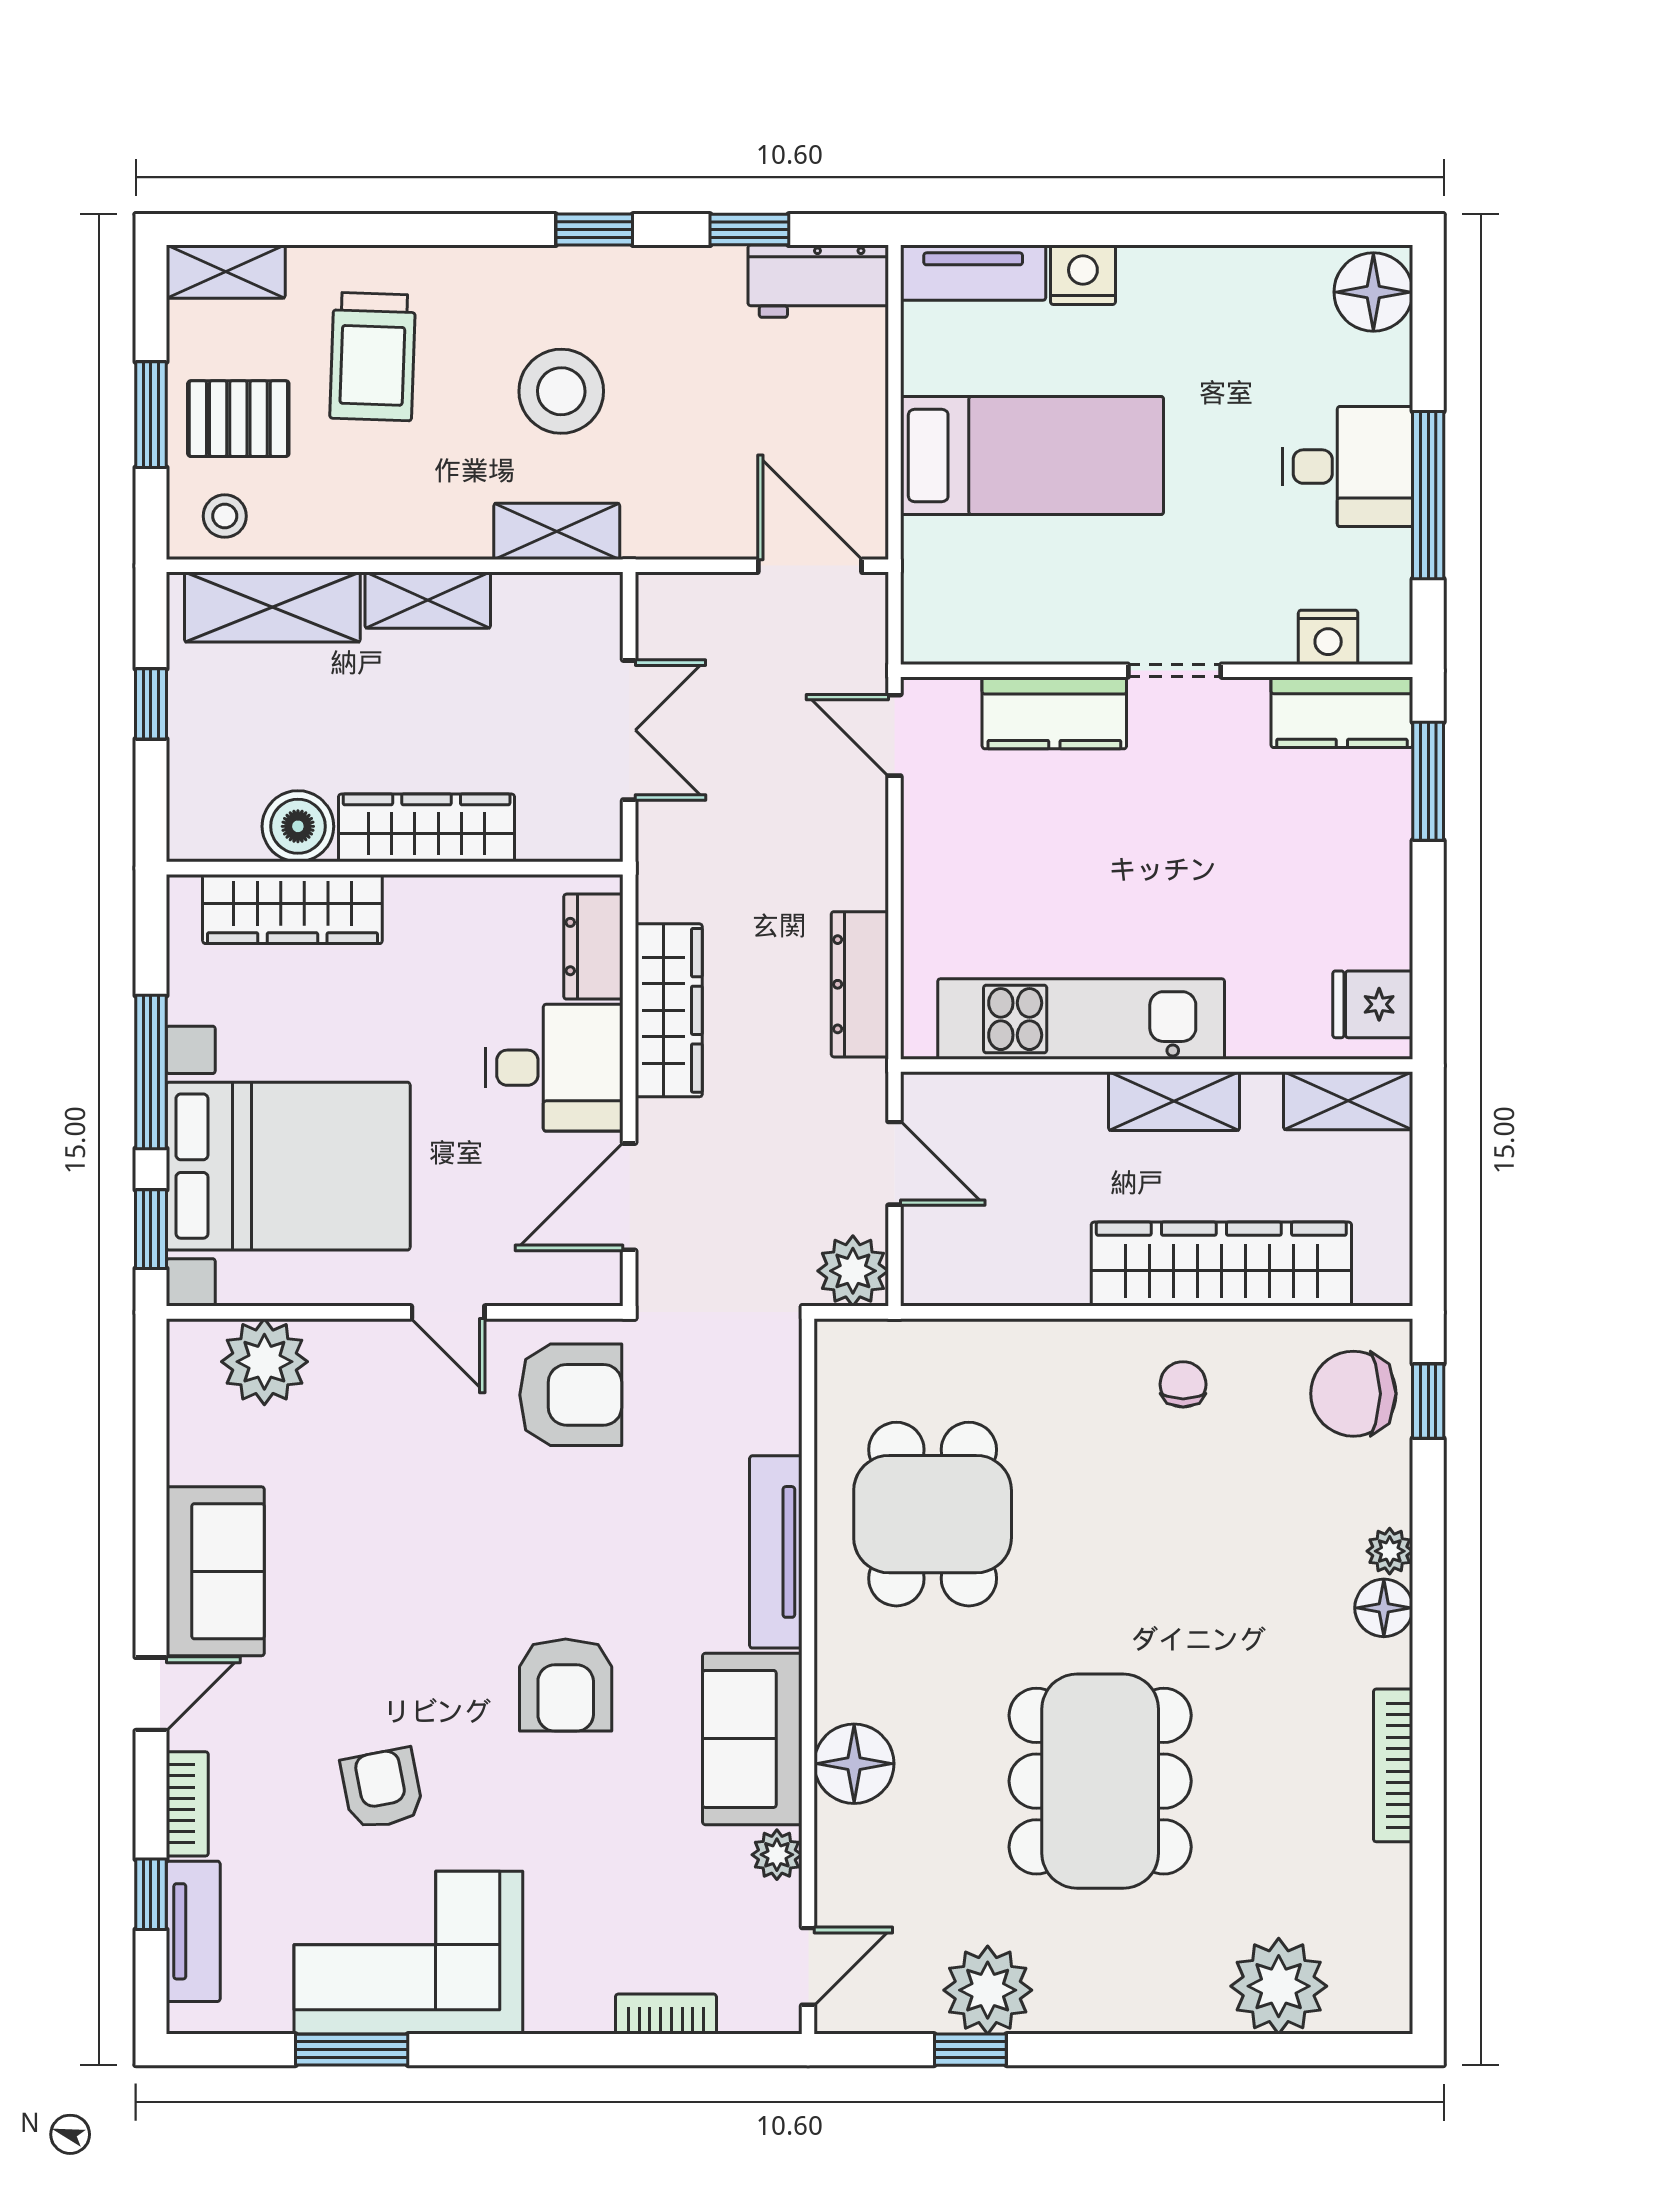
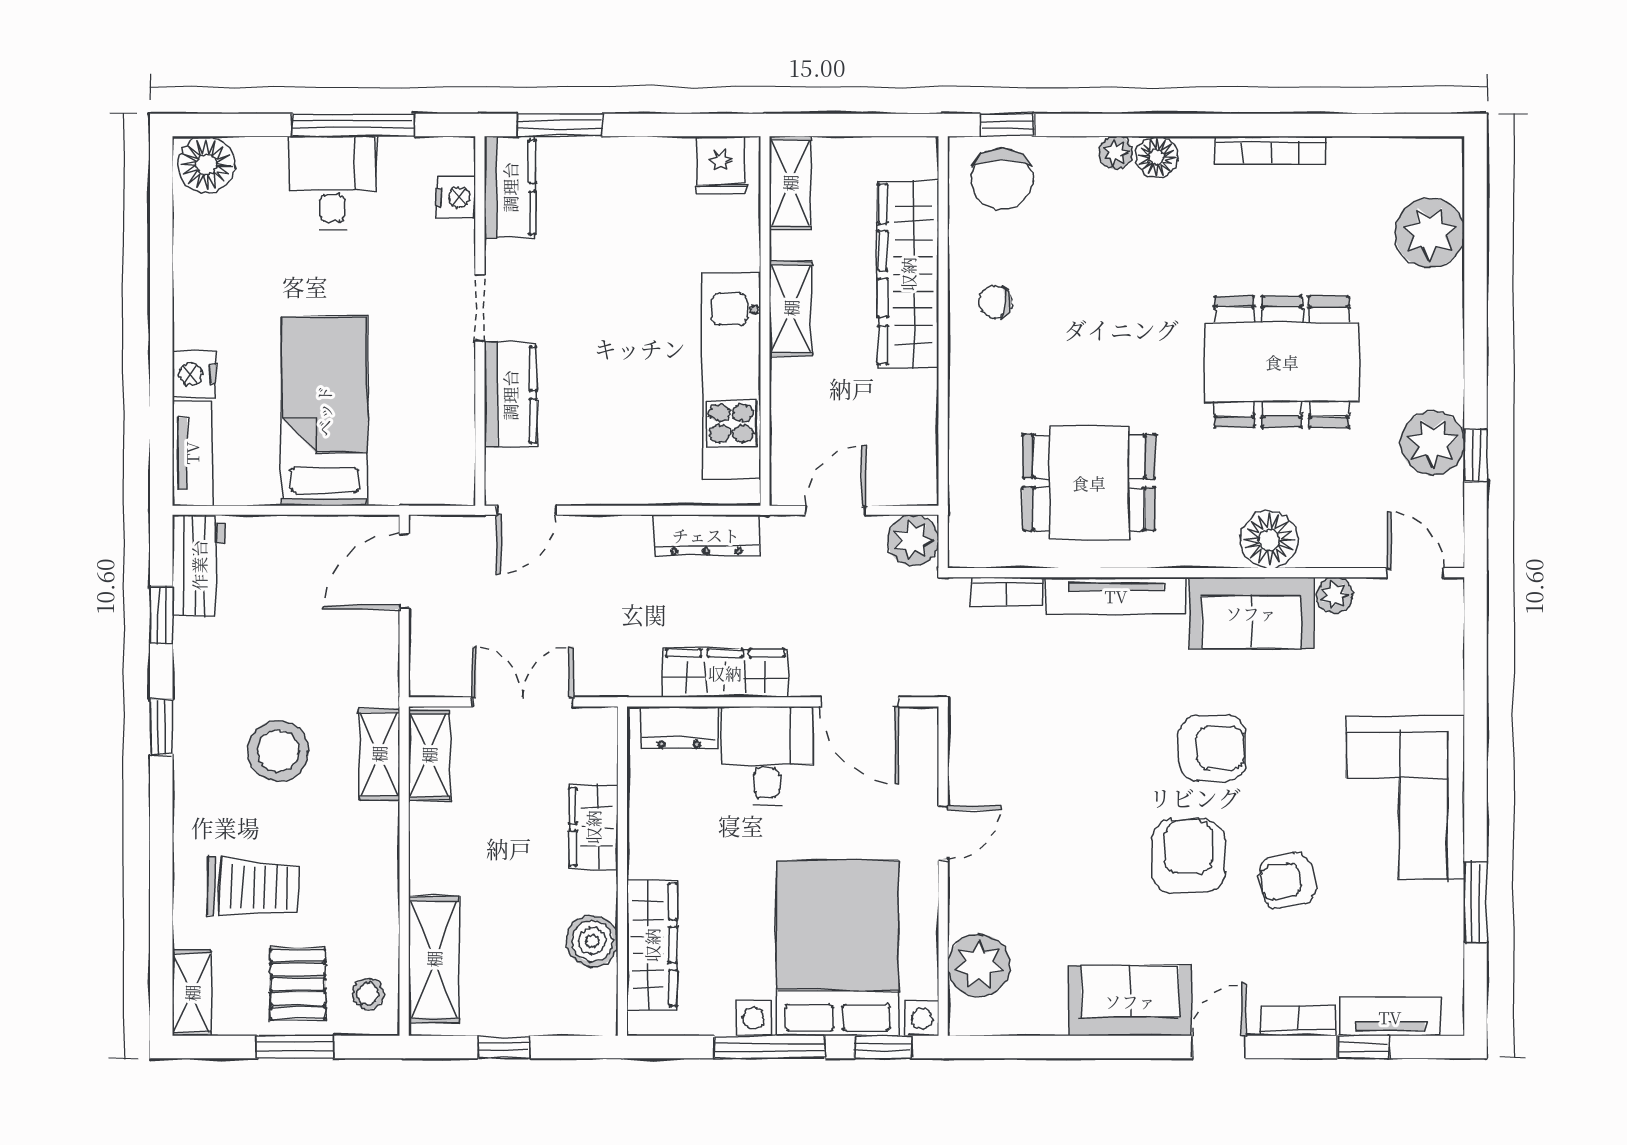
shelving: (428, 600) -> (429, 755), moved
wardrobe: (427, 828) -> (593, 827), width x0.67
armchair: (571, 1395) -> (1188, 856), moved
door: (151, 1694) -> (1219, 1047), hinge flipped
corner sofa: (408, 1953) -> (1406, 798), moved
bookcase: (666, 2014) -> (1007, 592), moved, turned -90

